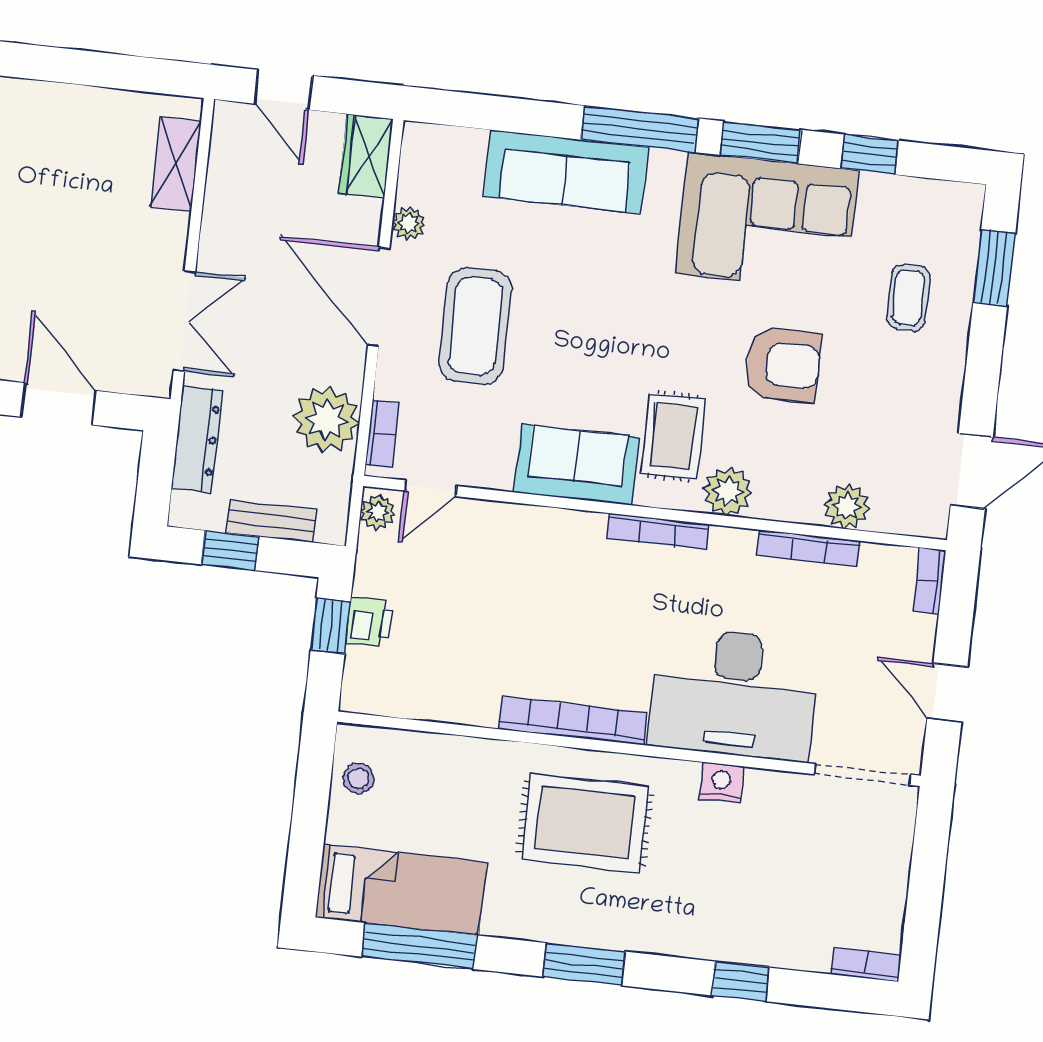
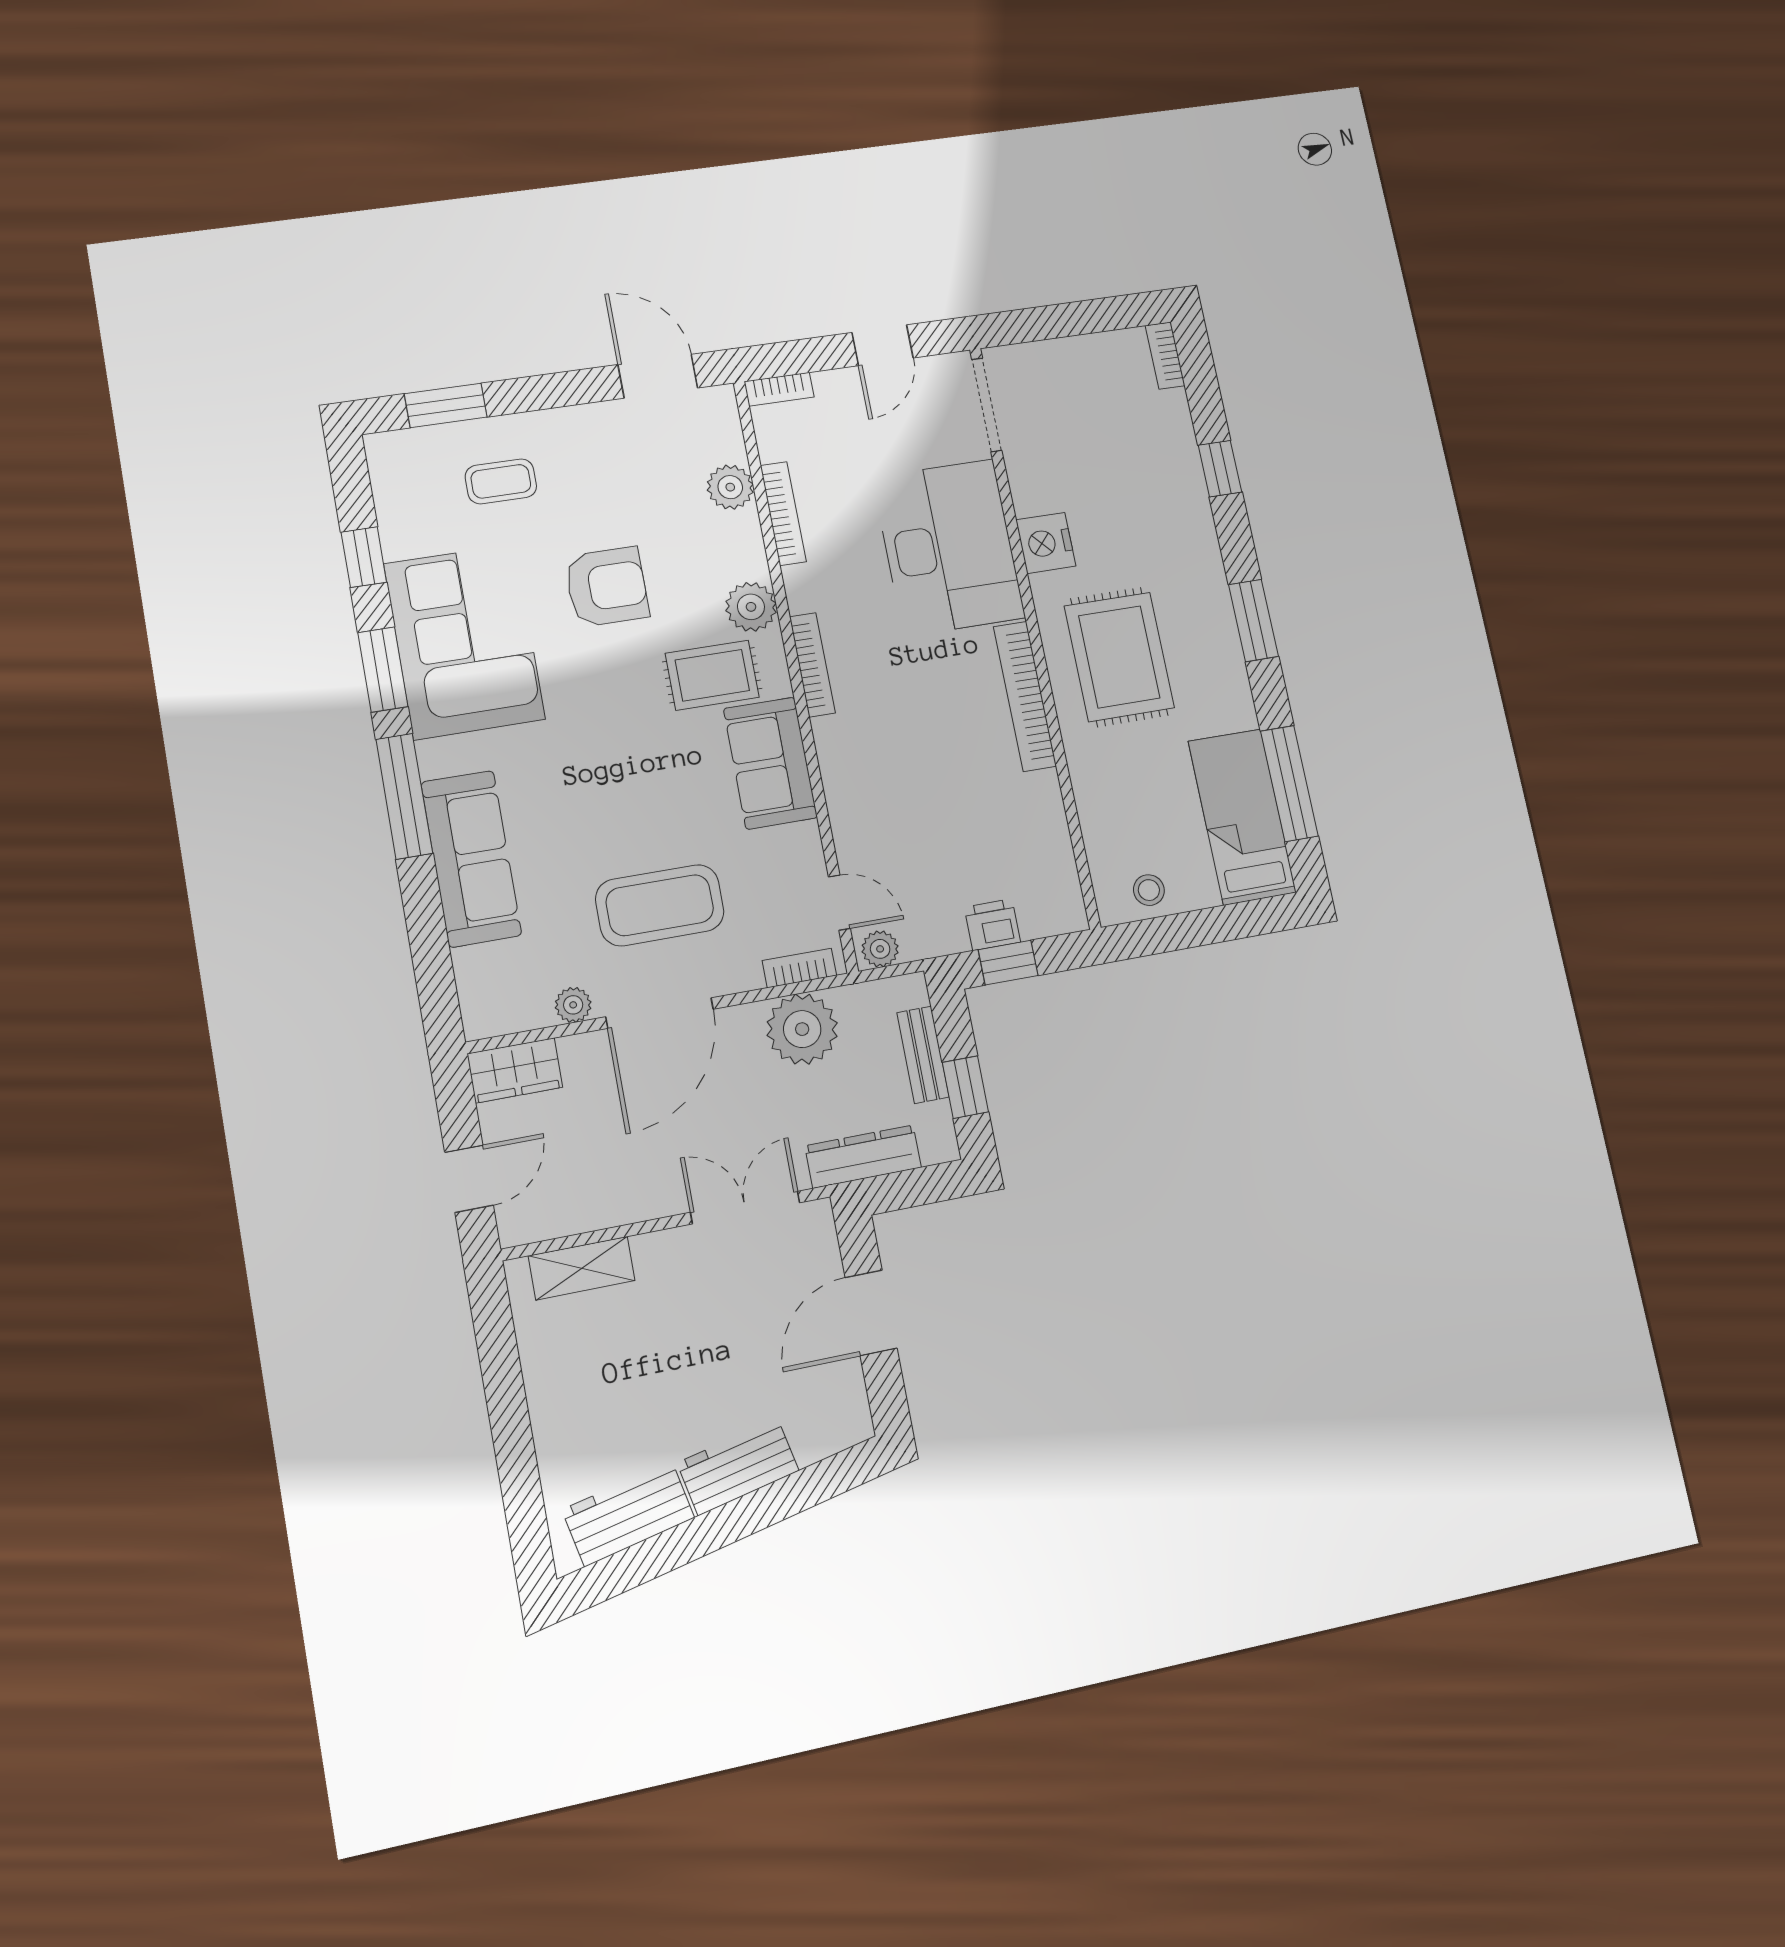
armchair: (783, 365) -> (607, 587), turned 90
nightstand: (721, 783) -> (1046, 543), width x1.36, depth x1.33

